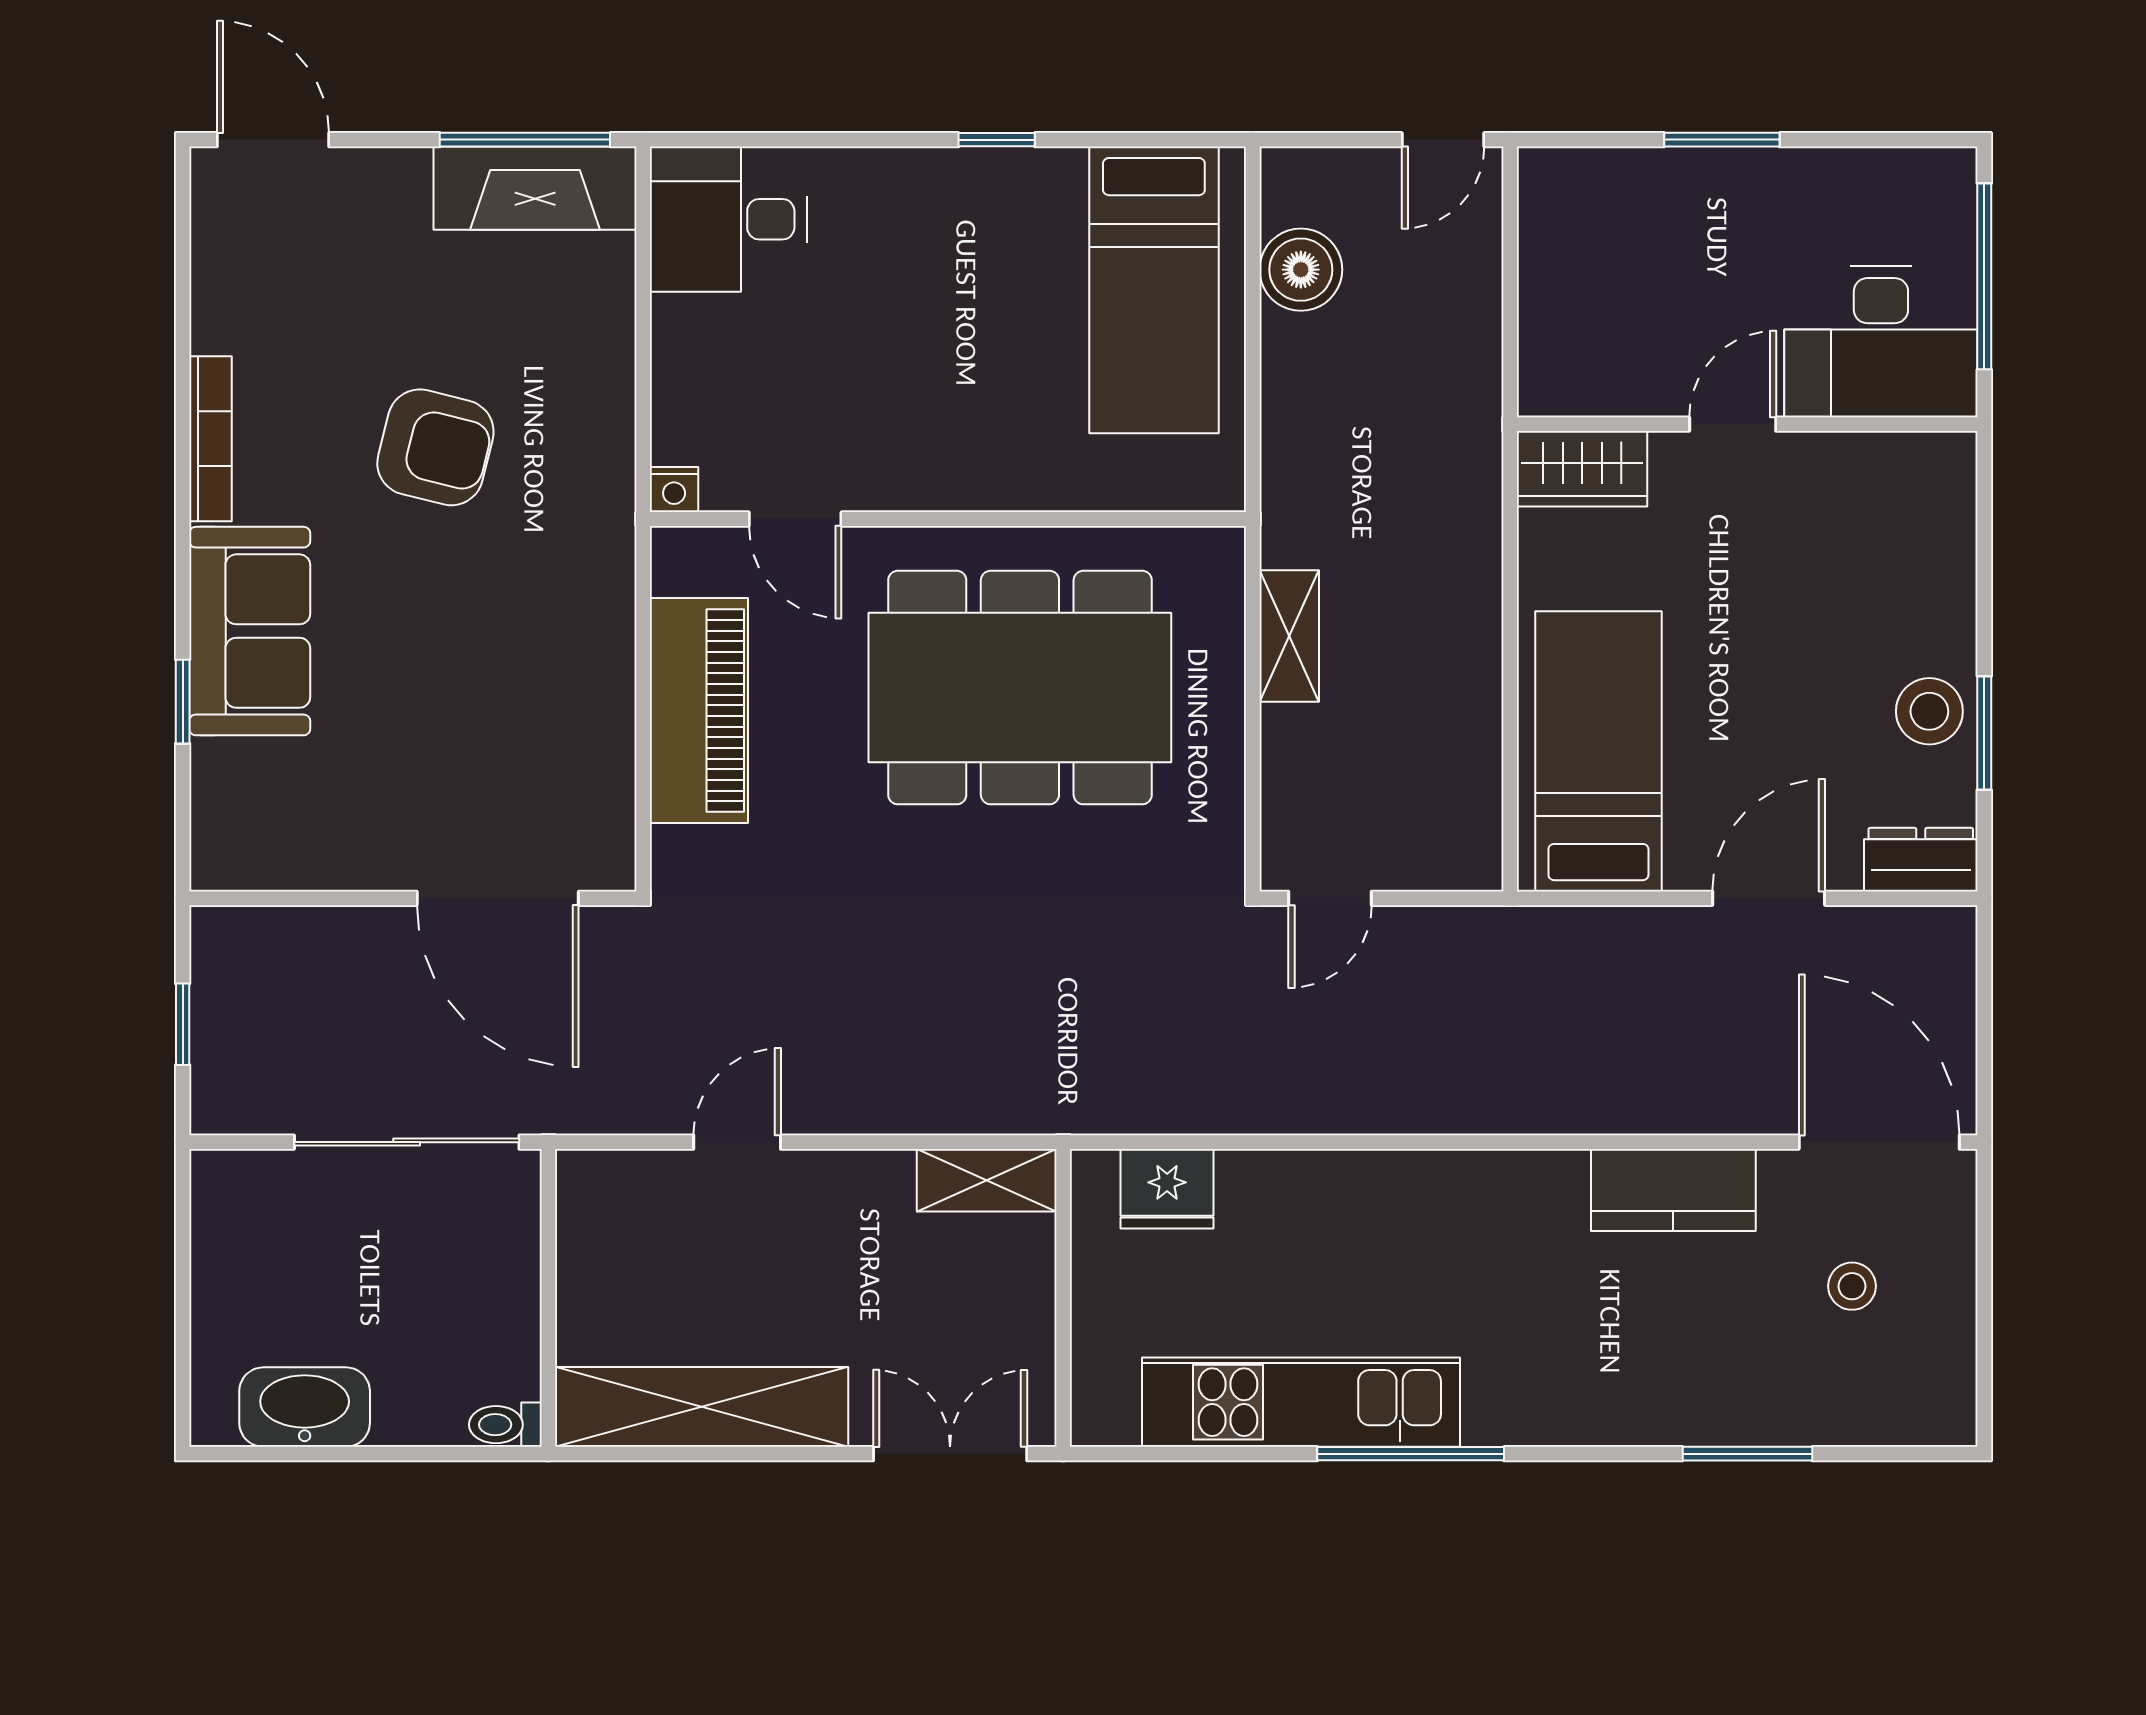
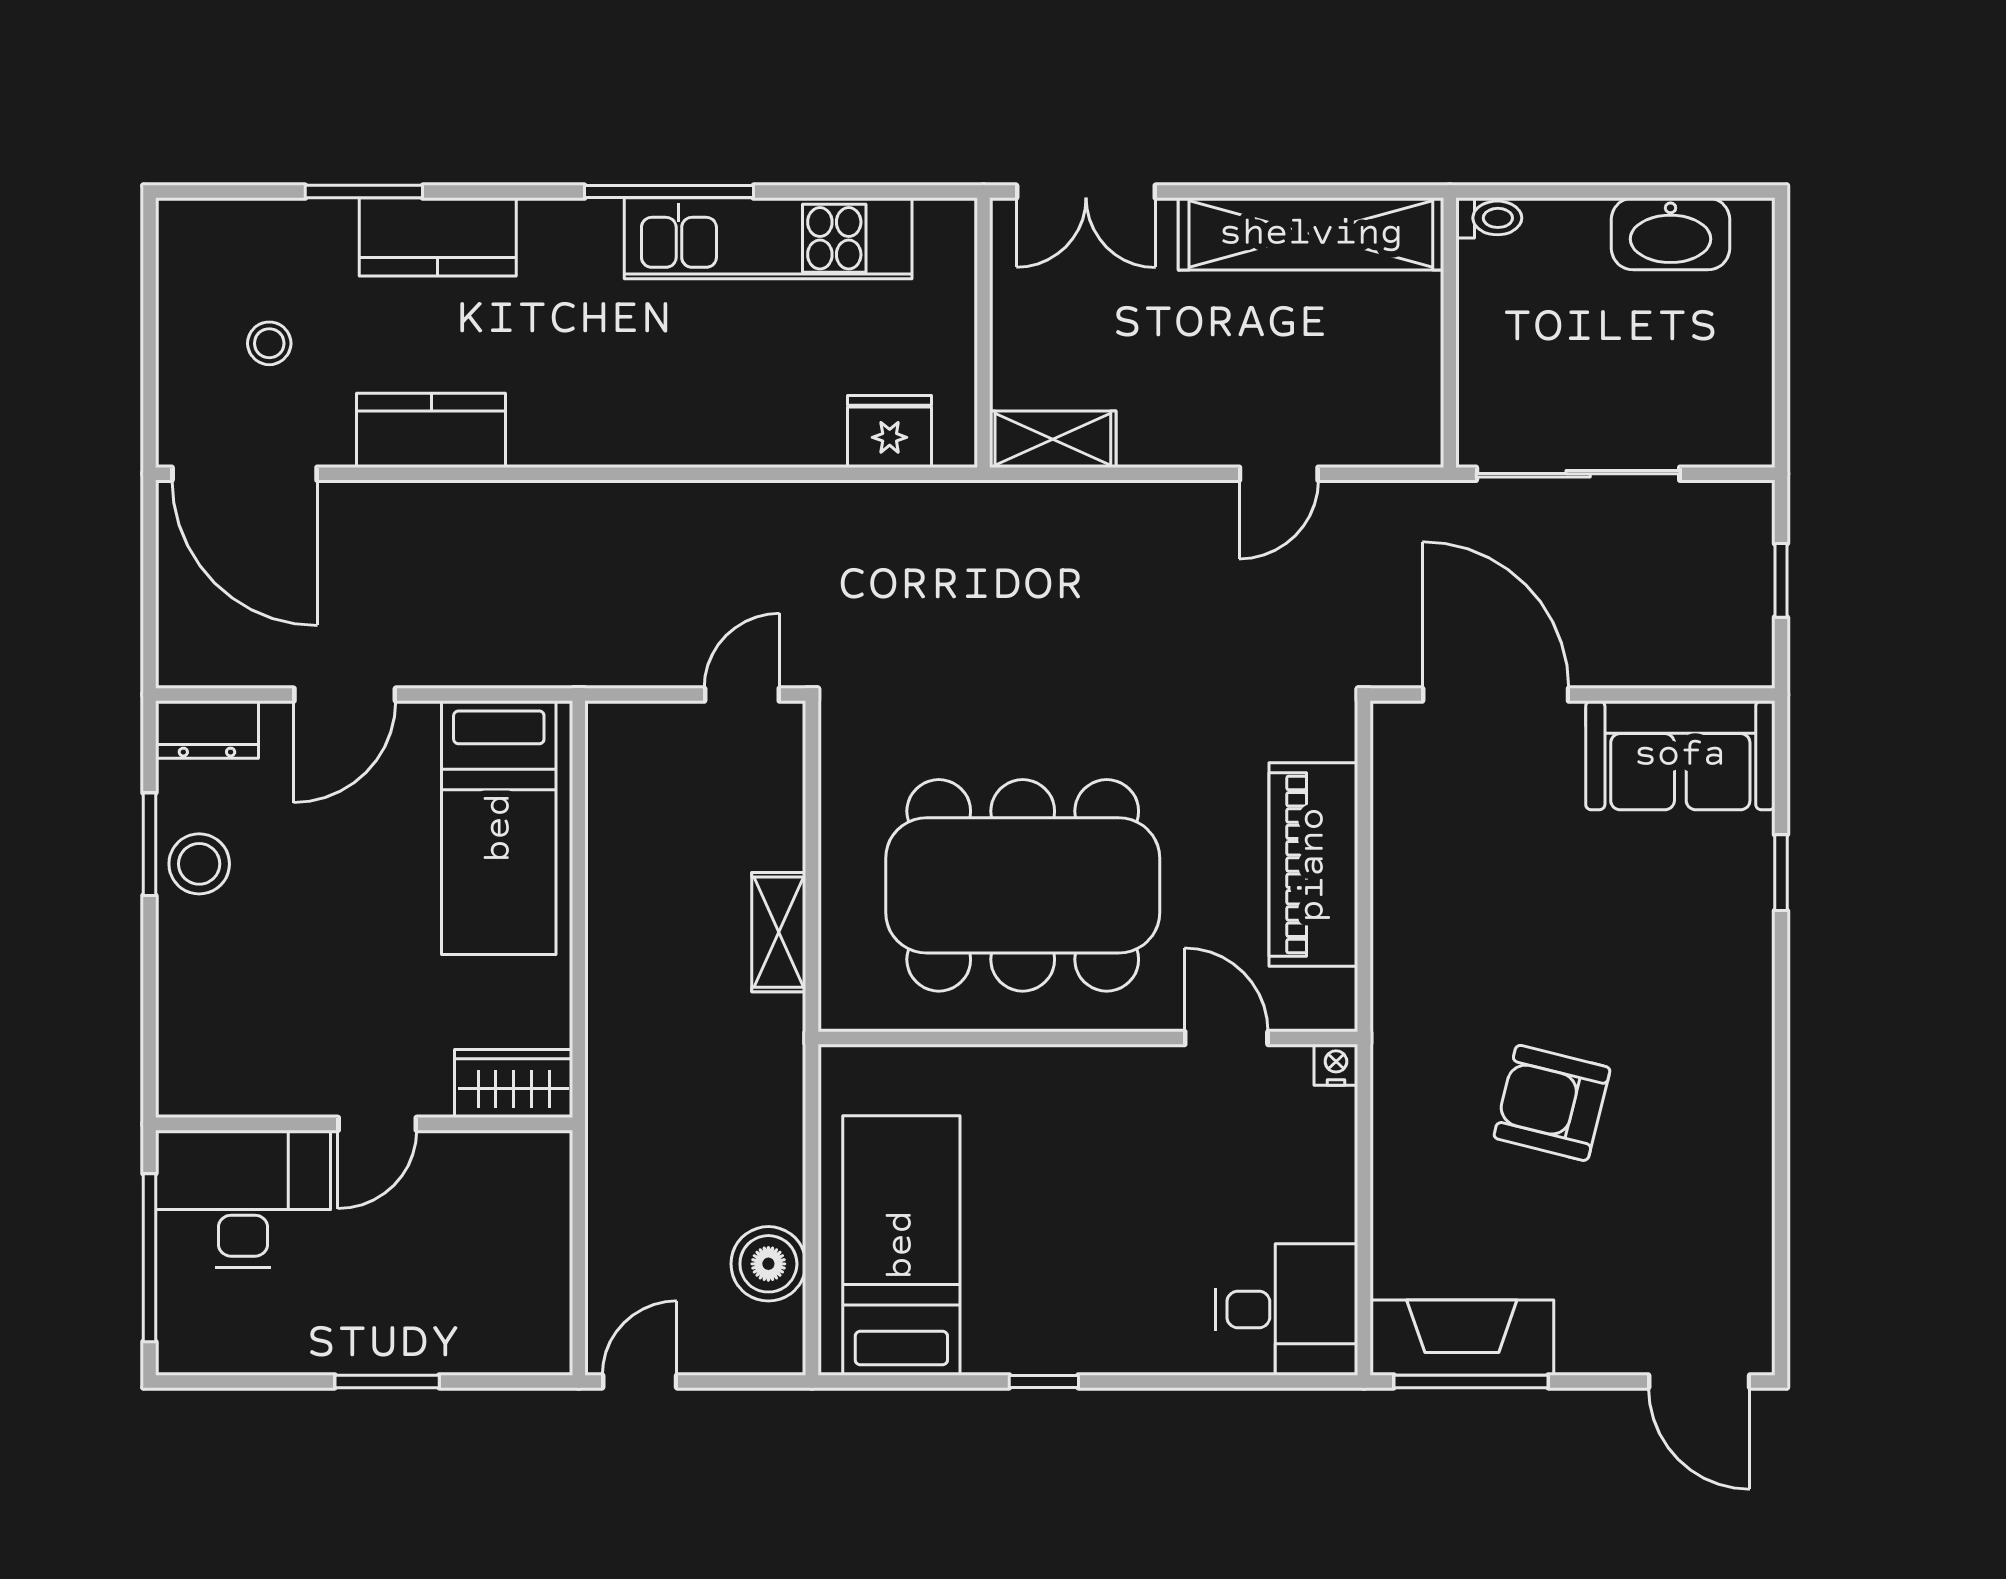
bookcase: (211, 439) -> (1756, 1111), removed
sofa: (250, 631) -> (1680, 755), moved, turned -90
kitchen counter: (1666, 1404) -> (438, 237), added

